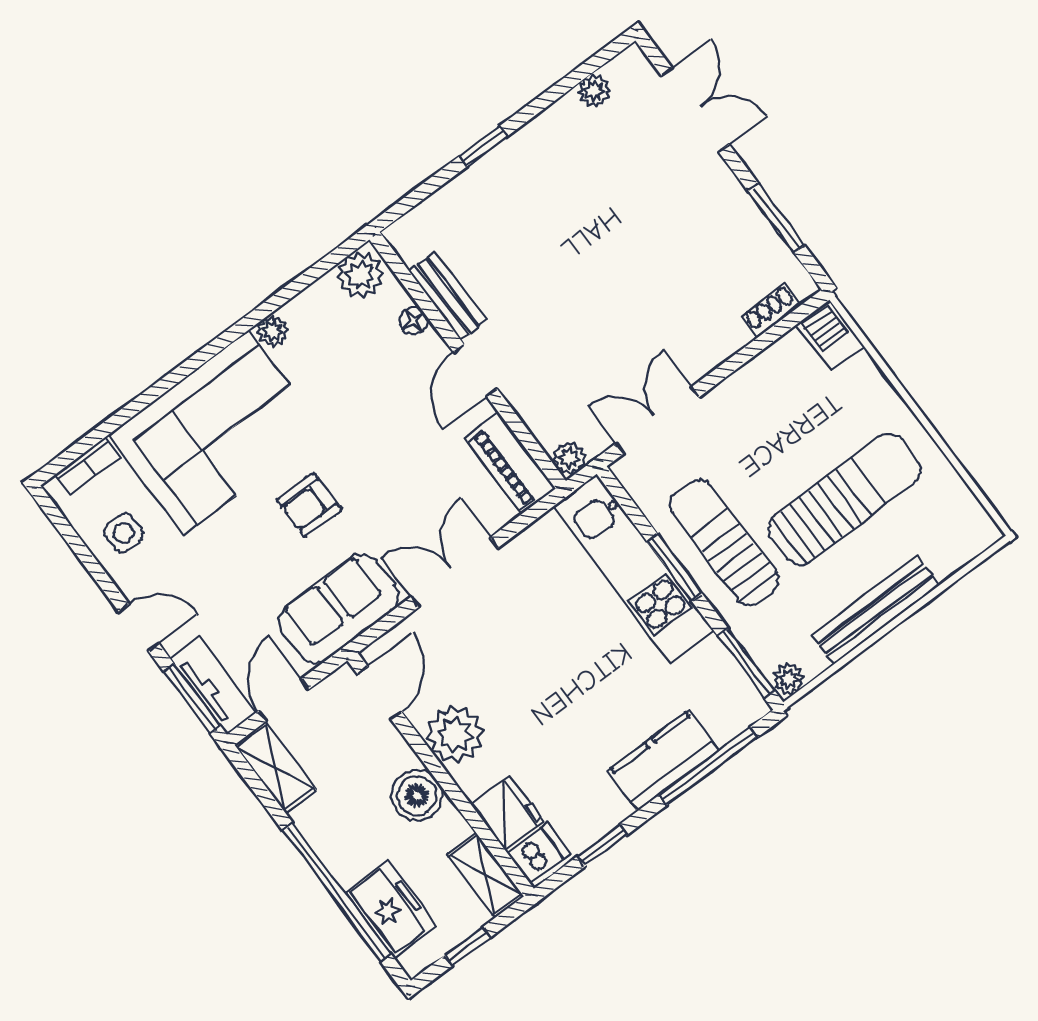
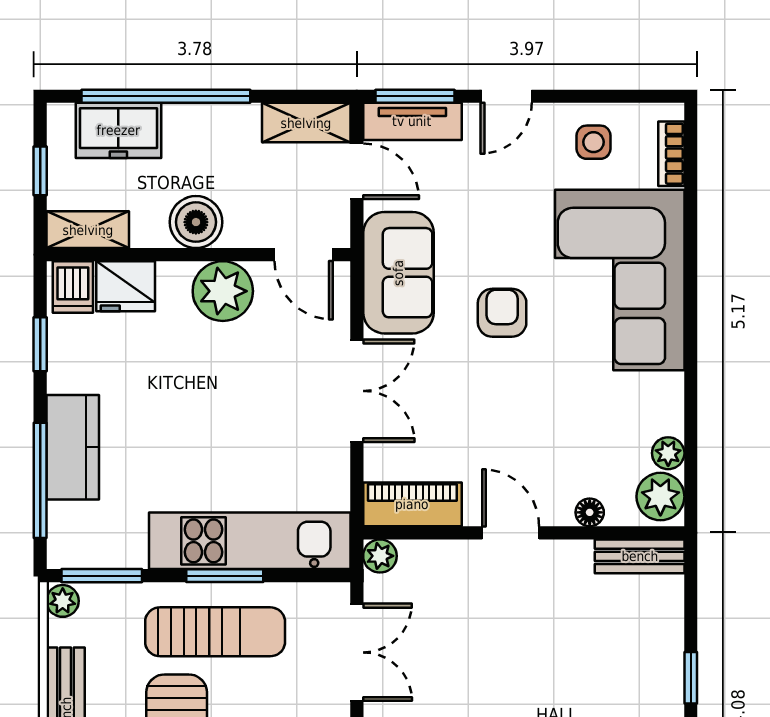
bench: (448, 295) -> (640, 556), moved
plant: (273, 331) -> (668, 453), moved

